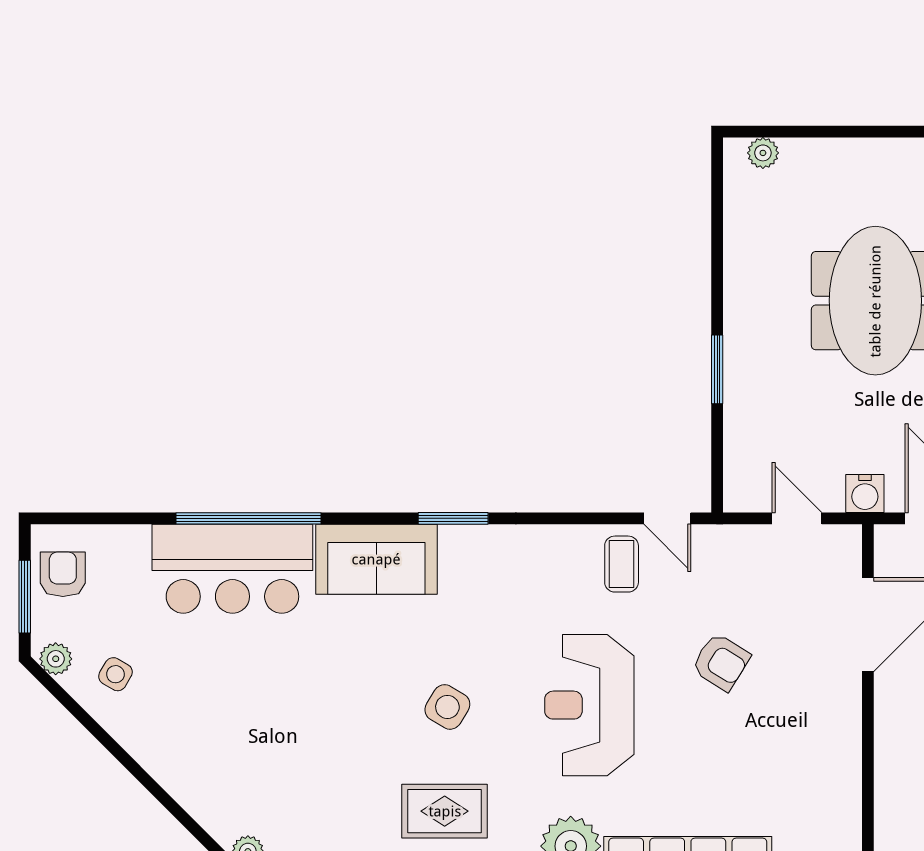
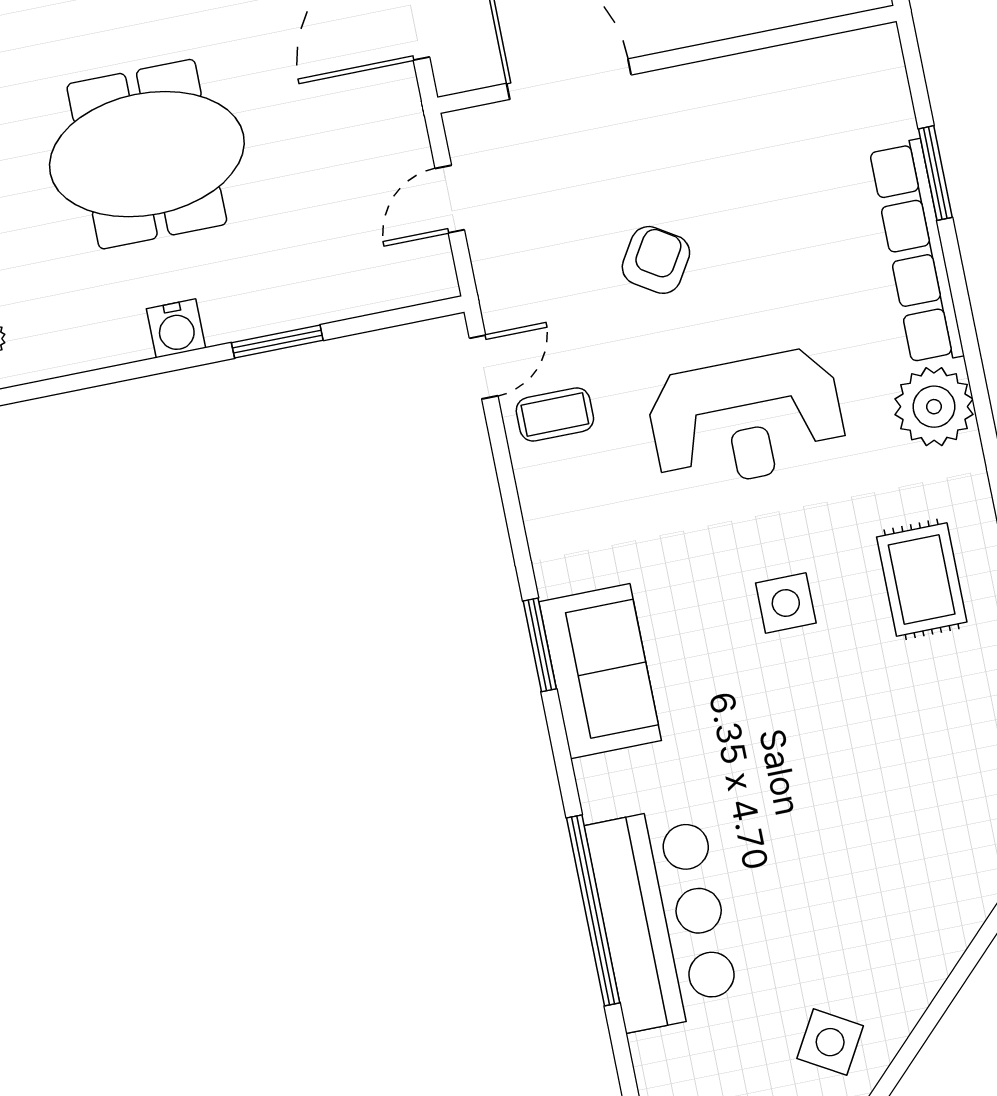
water cooler: (865, 494) -> (176, 328), moved, turned 90
sofa: (376, 559) -> (600, 671), moved
side table: (115, 674) -> (830, 1042), width x1.37, depth x1.37
side table: (447, 707) -> (786, 603), turned -31

